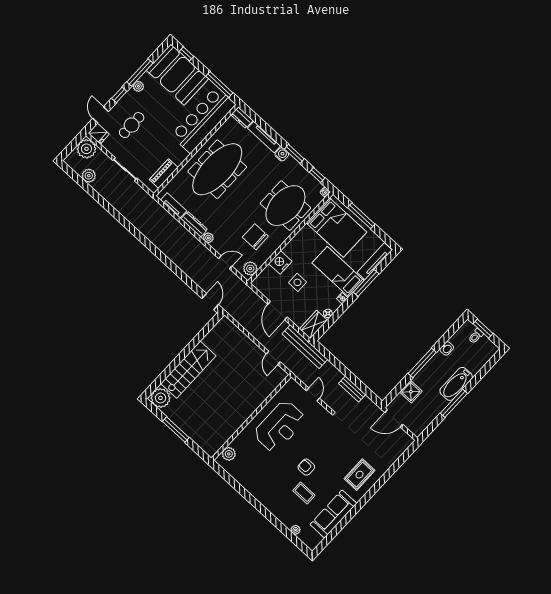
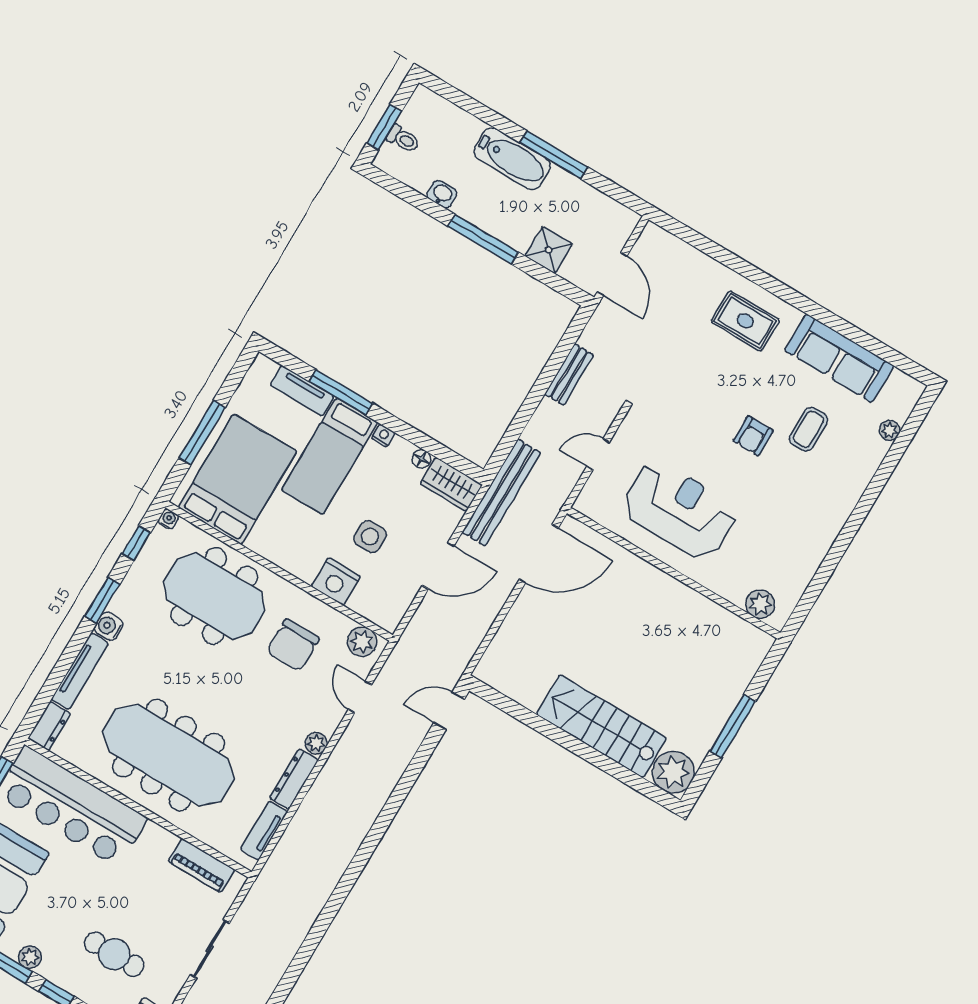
tv unit: (375, 261) -> (302, 391), width x0.71
door: (273, 358) -> (539, 554), width x1.88

